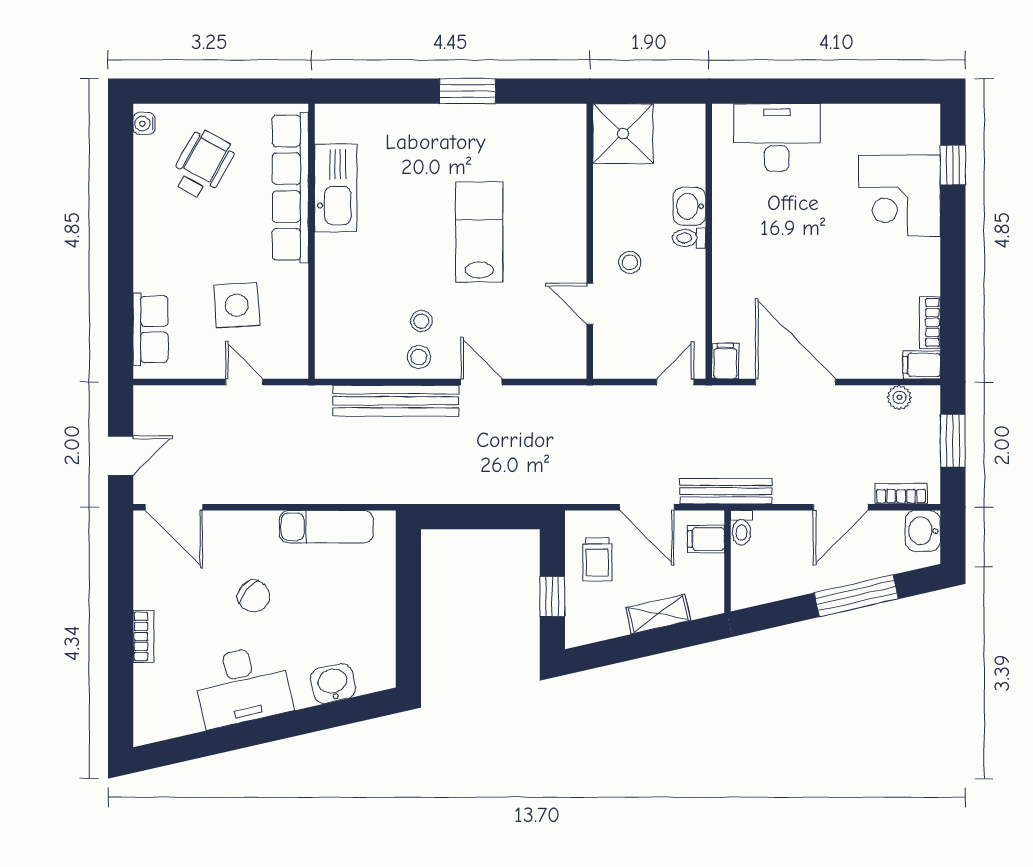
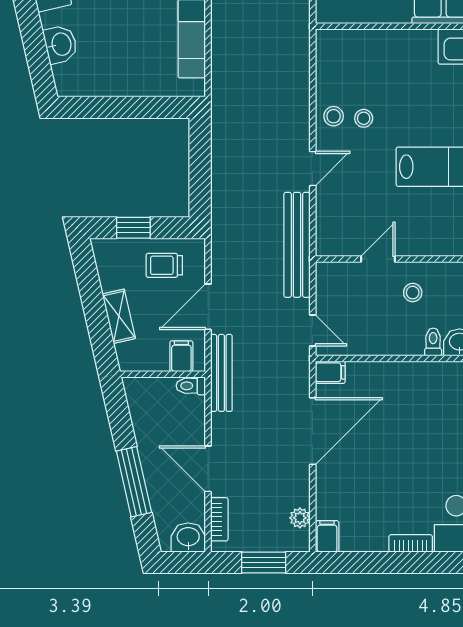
bookcase: (930, 322) -> (411, 543), moved
bench: (396, 401) -> (297, 245), moved

